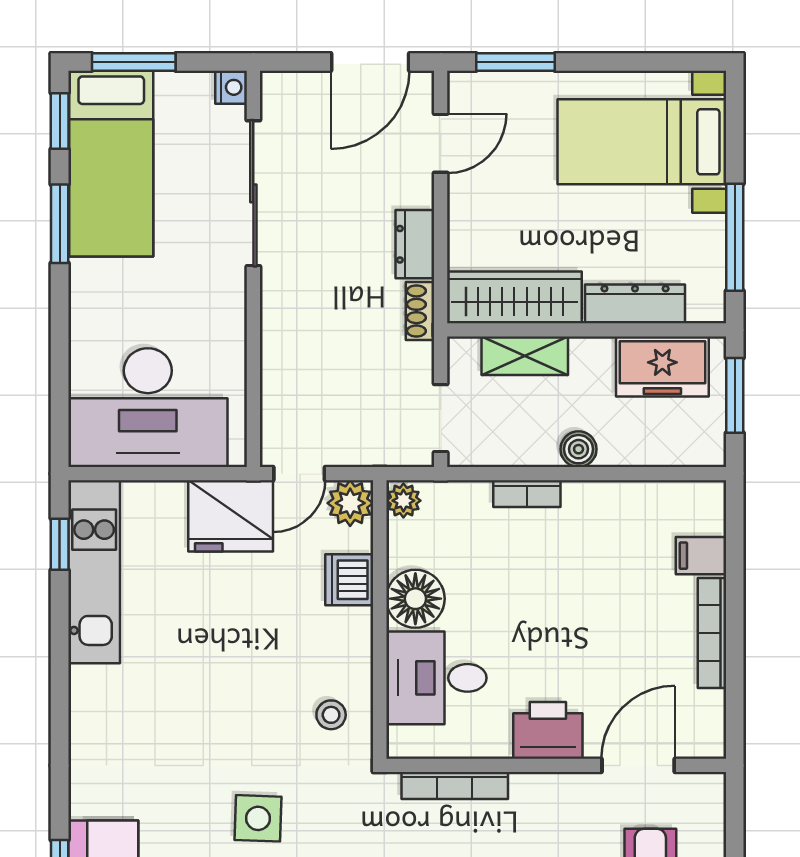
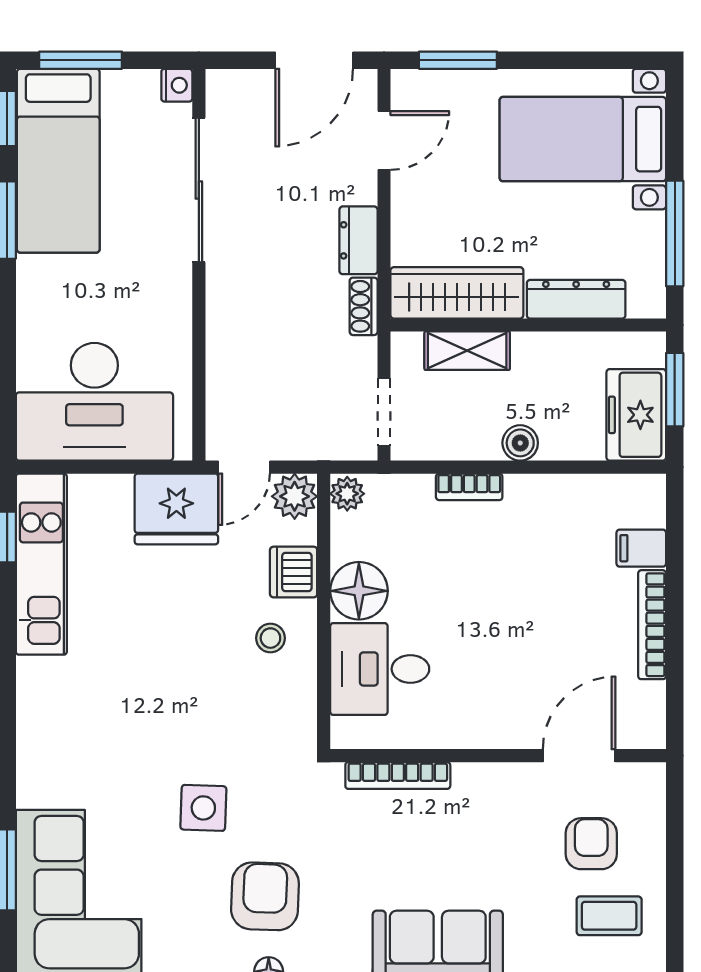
freezer: (662, 367) -> (636, 415), moved, turned 90
stool: (331, 715) -> (270, 638), moved
printer: (548, 730) -> (490, 721), removed

